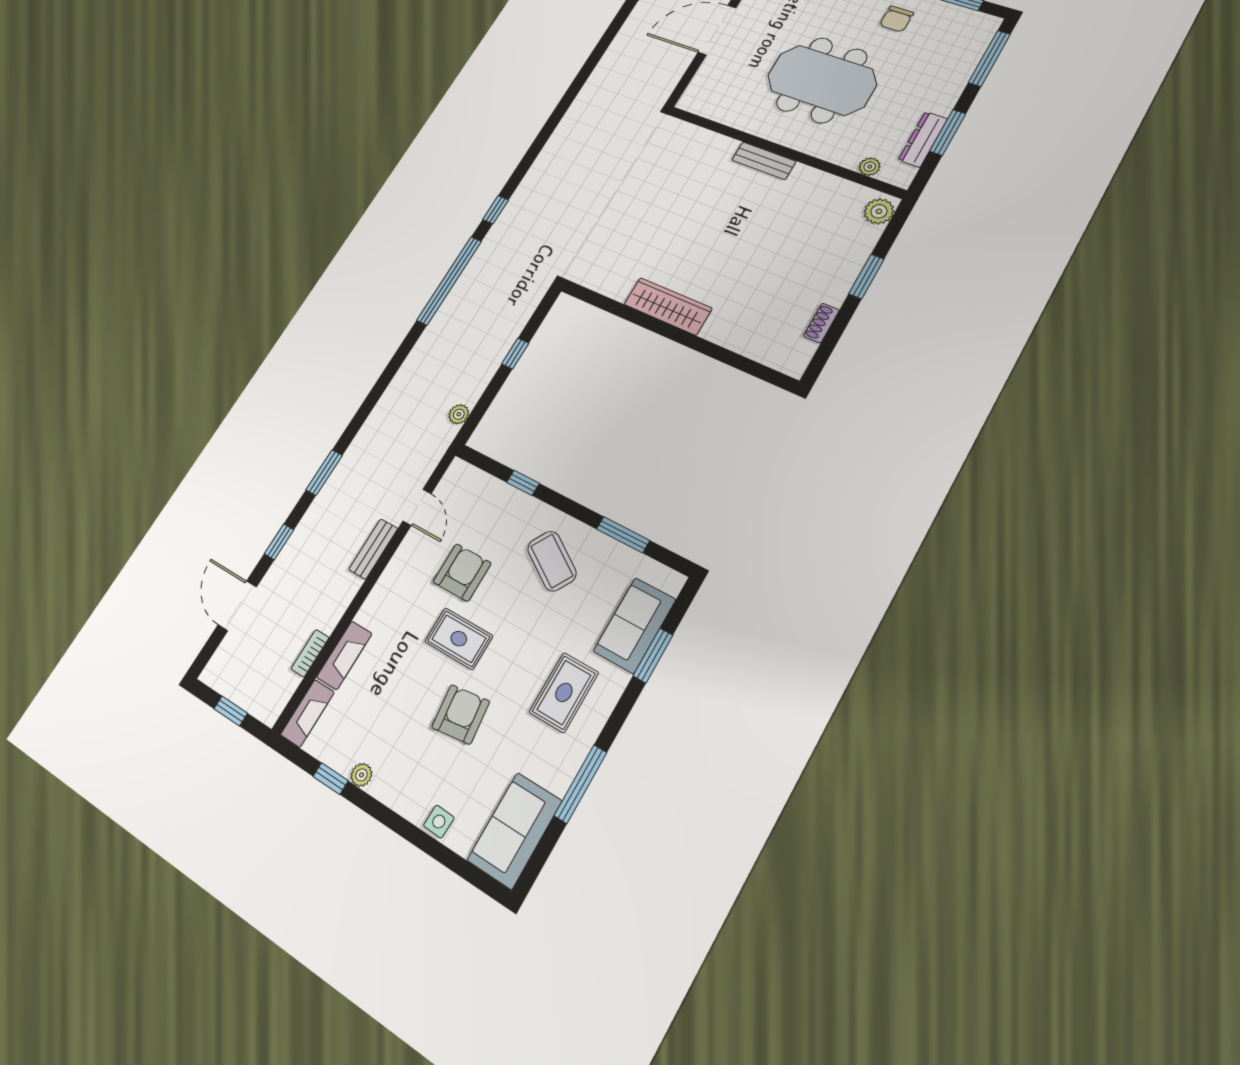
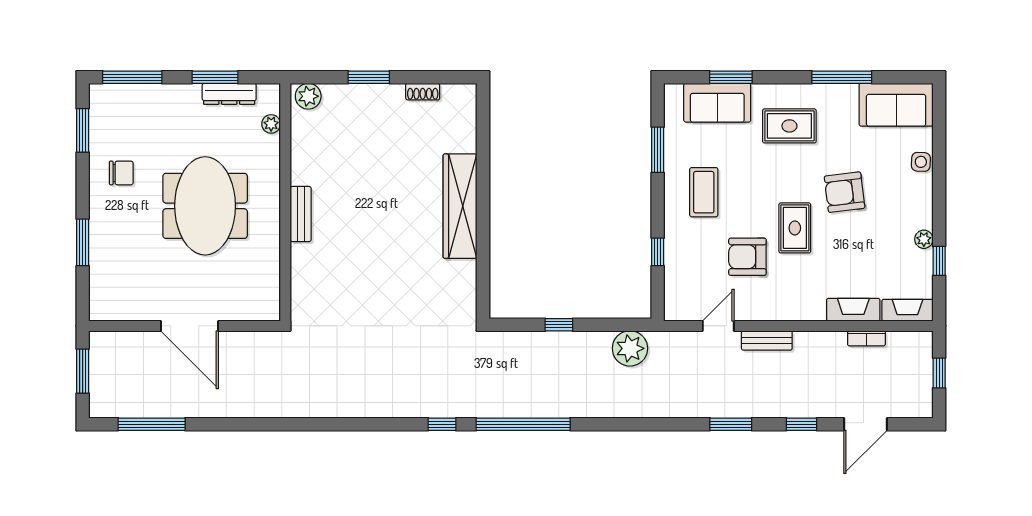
wardrobe: (668, 306) -> (460, 206), width x1.40, depth x1.17
plant: (459, 414) -> (630, 348), width x1.87, depth x1.87
coffee table: (552, 561) -> (704, 192), turned -32

